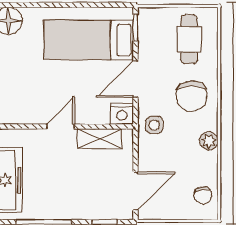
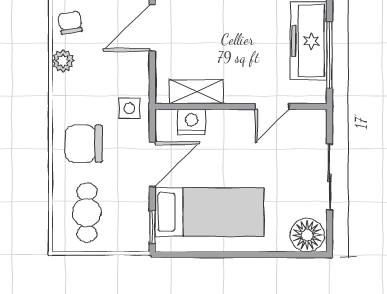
chair: (192, 96) -> (84, 144), turned -90
nightstand: (122, 114) -> (192, 122), moved
door: (60, 126) -> (272, 106), moved
plant: (209, 141) -> (63, 61), moved

